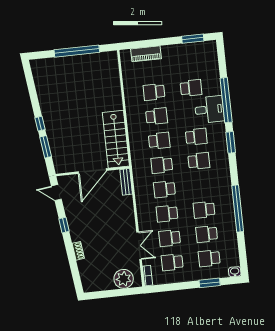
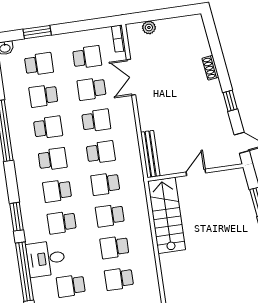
school desk: (154, 92) -> (119, 279), turned 180
school desk: (162, 165) -> (105, 184), turned 180
door: (92, 171) -> (196, 172), width x0.53
bench: (126, 182) -> (150, 154), width x1.36
school desk: (201, 185) -> (53, 159), added
school desk: (207, 234) -> (43, 96), turned 180
school desk: (170, 238) -> (92, 89), turned 180
plant: (124, 279) -> (149, 28), width x0.53, depth x0.53

